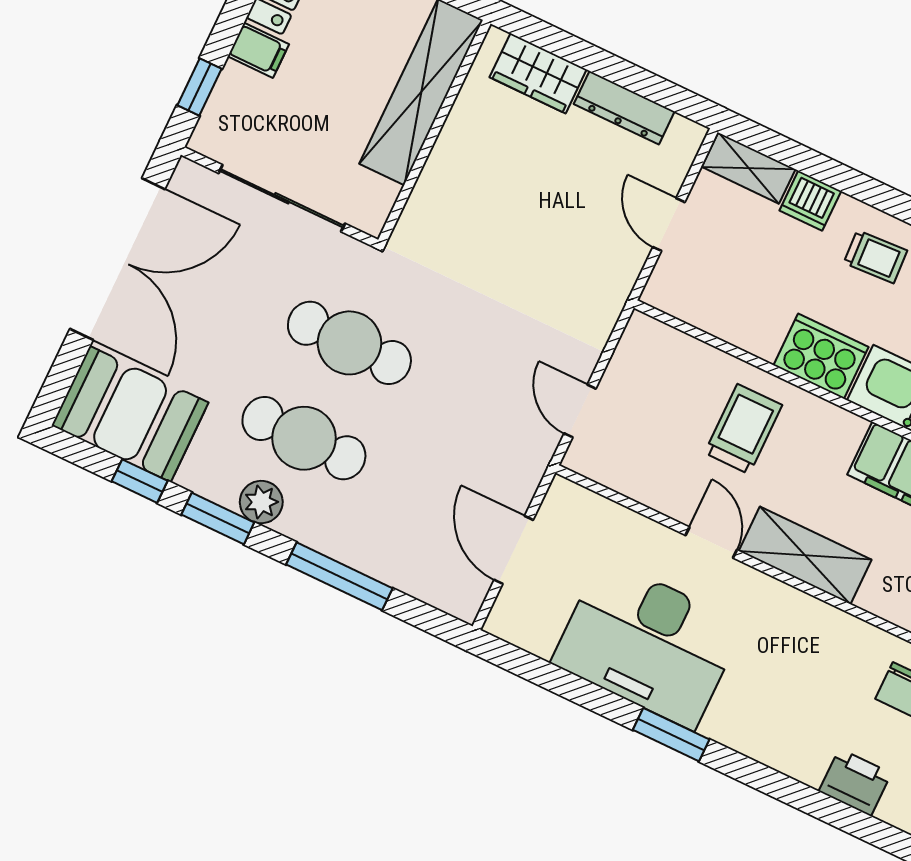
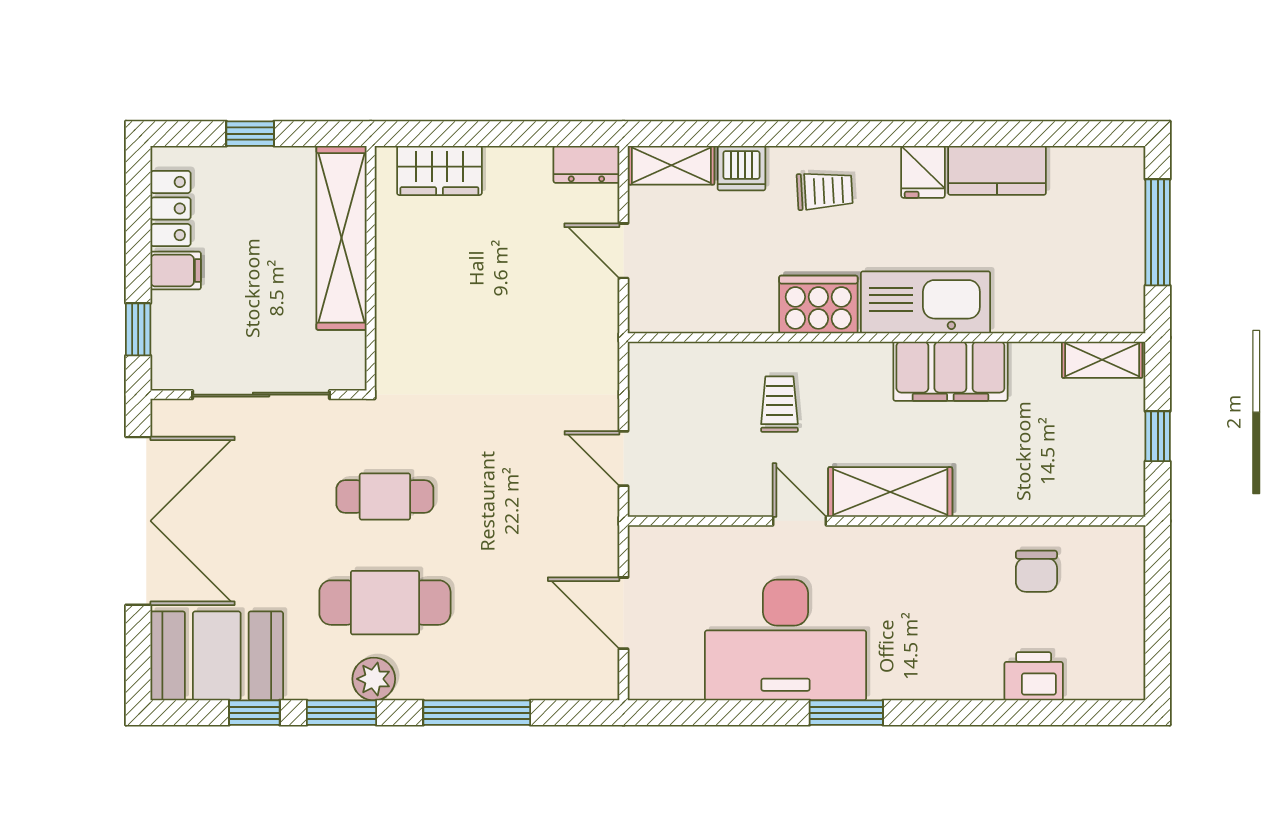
dresser: (624, 108) -> (586, 164), moved, width x0.70
cafe table: (349, 343) -> (385, 497), width x0.73, depth x0.74
trolley: (743, 429) -> (779, 404), width x0.73, depth x0.72

